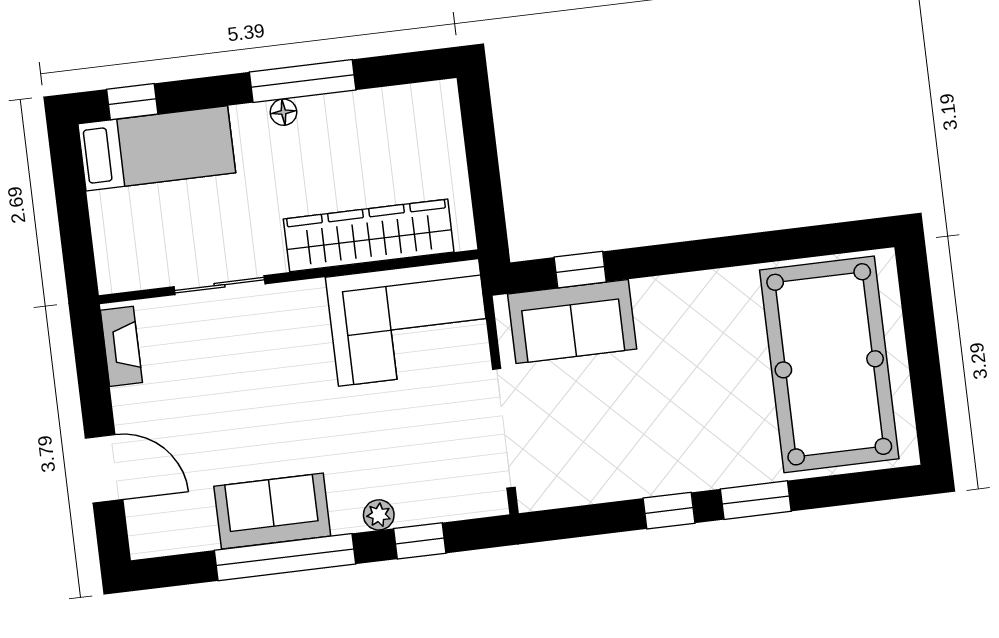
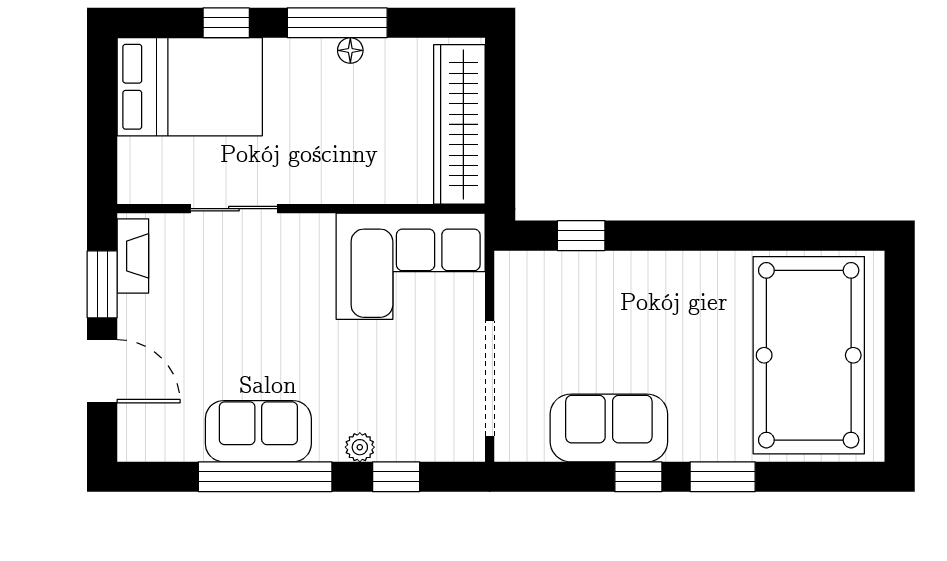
window: (132, 102) -> (226, 23), moved
floor lamp: (283, 112) -> (350, 50), moved
bed: (157, 148) -> (190, 87), width x1.50
wardrobe: (369, 235) -> (459, 124), moved, turned -90
sofa: (572, 322) -> (609, 428), moved, turned 180
window: (93, 379) -> (102, 284), added

